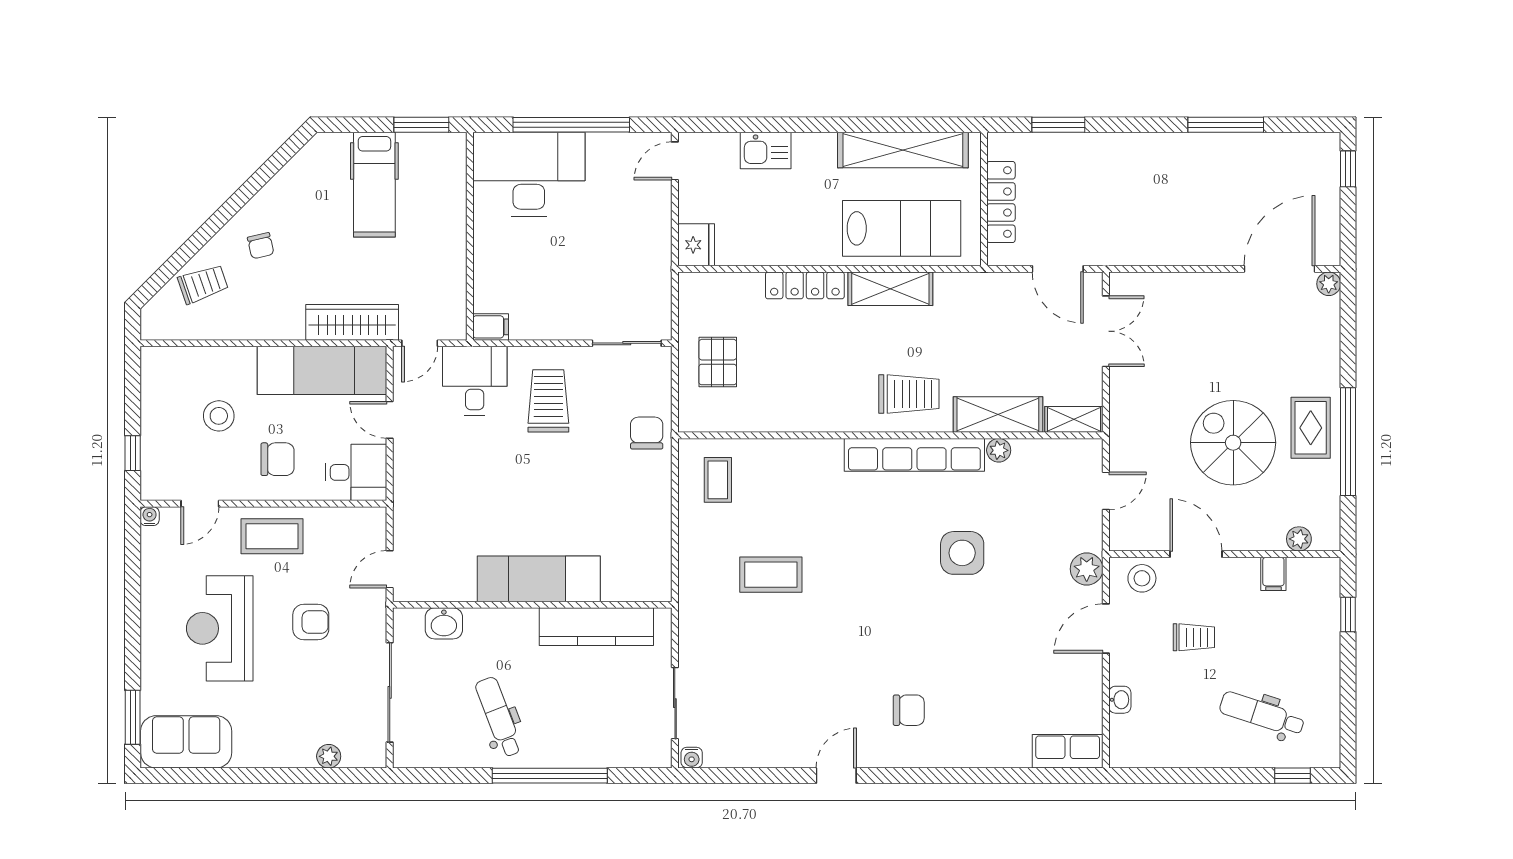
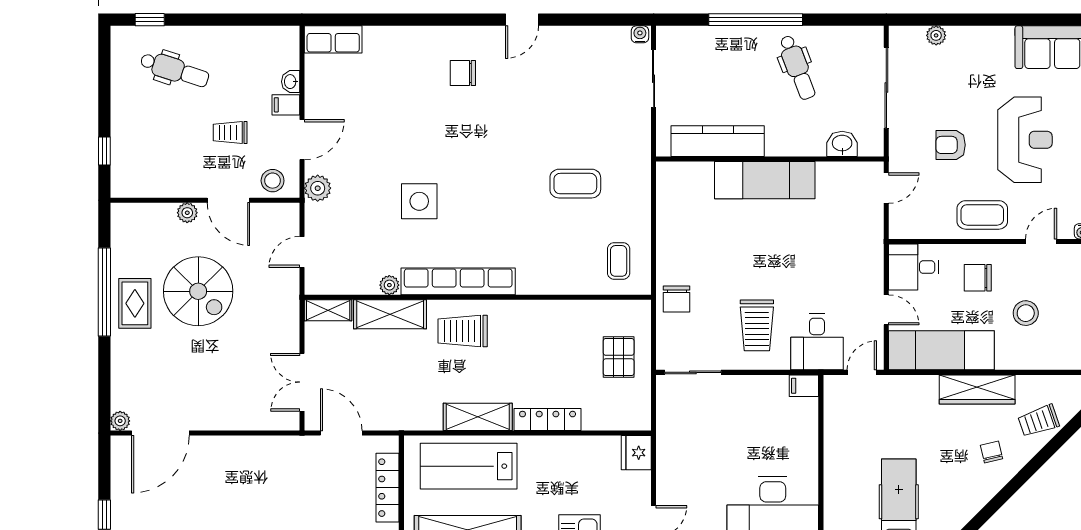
wardrobe: (352, 322) -> (977, 389), moved
plant: (1299, 539) -> (187, 213), moved
filing cabinet: (1273, 574) -> (286, 105), moved, turned -90

